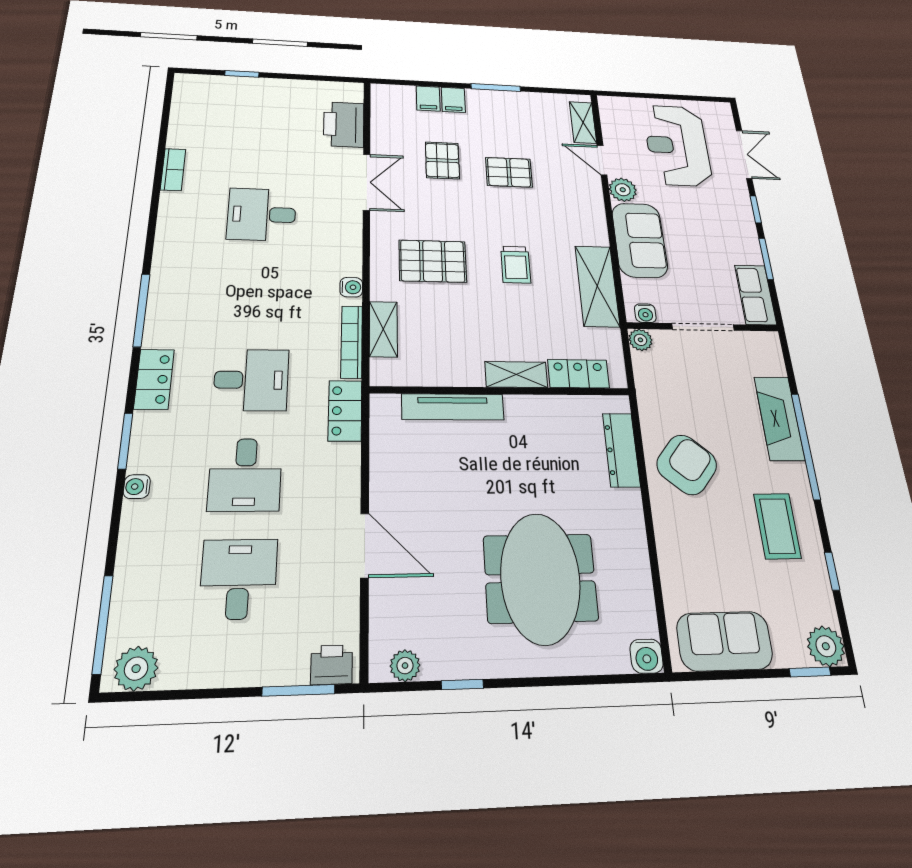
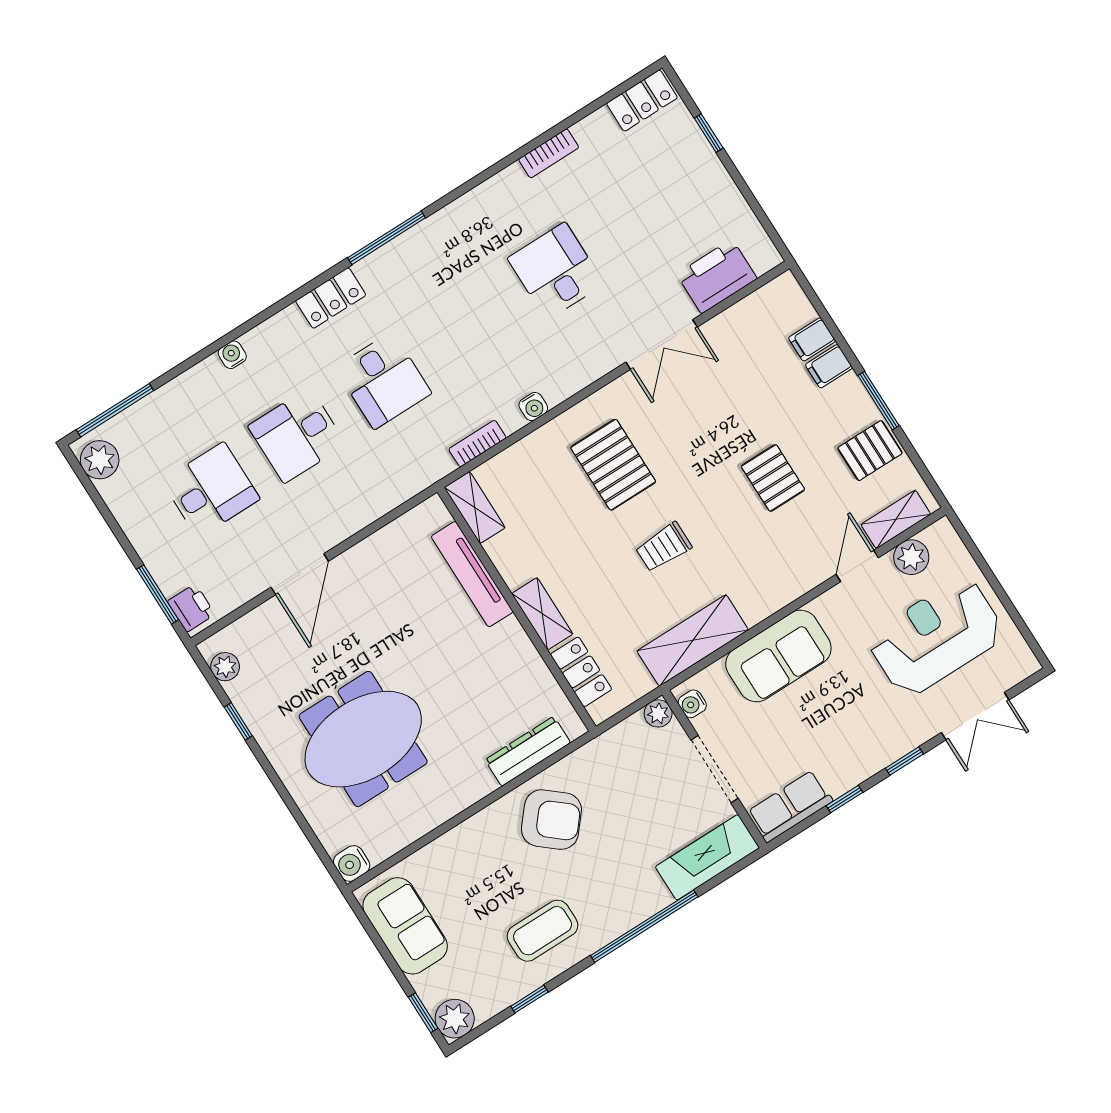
pallet: (442, 160) -> (870, 451), moved
plant: (623, 190) -> (911, 557), moved
window: (766, 259) -> (845, 799), width x0.67
shelving: (383, 329) -> (475, 508), moved, turned 90
bookcase: (352, 342) -> (477, 444), width x0.64
locker: (345, 411) -> (642, 101), moved, turned 180
fireplace: (779, 418) -> (707, 857), moved
window: (125, 441) -> (263, 316), removed

